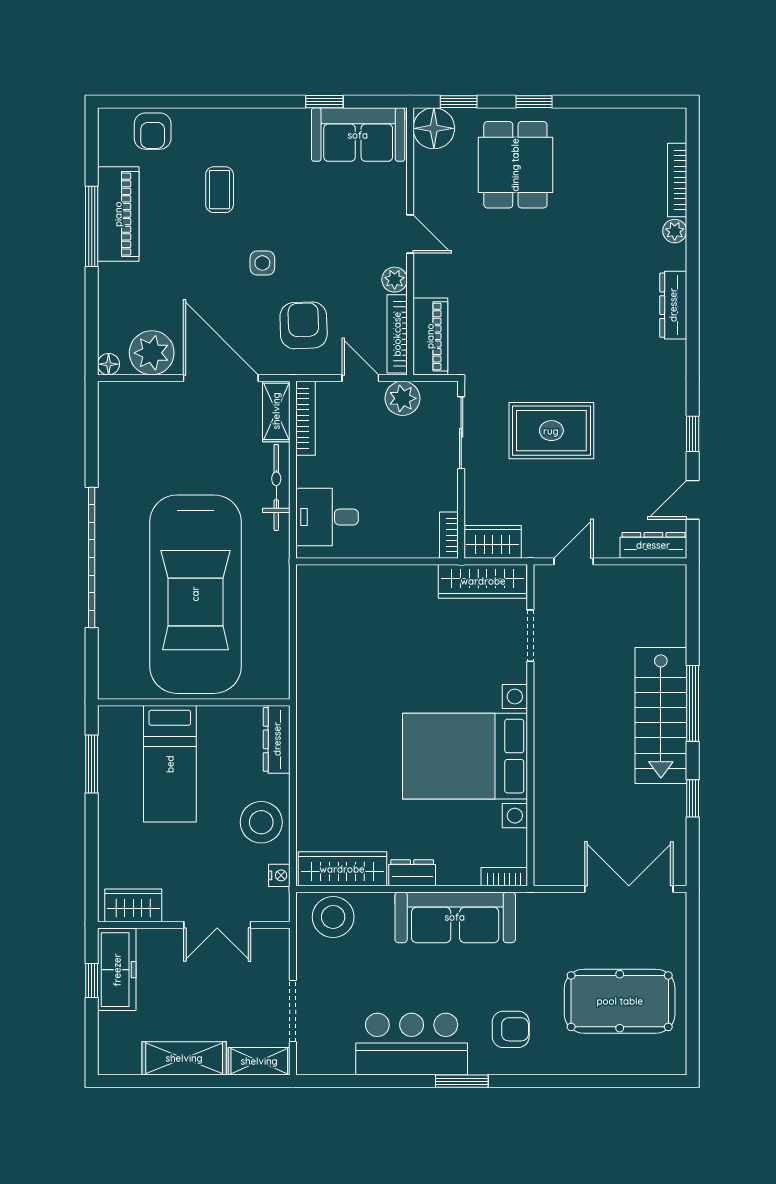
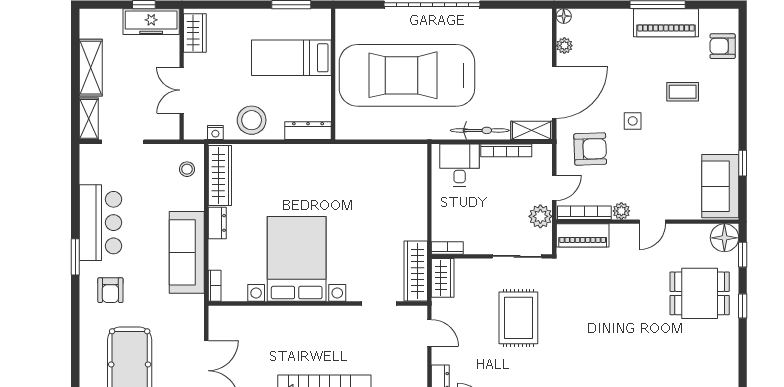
plant: (152, 353) -> (564, 46), width x0.53, depth x0.53
bookcase: (306, 418) -> (506, 150), moved
stool: (333, 917) -> (187, 169), width x0.53, depth x0.53

